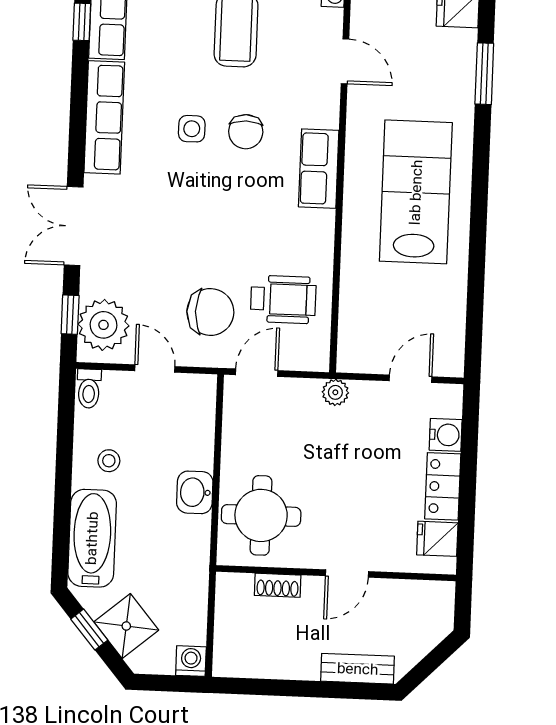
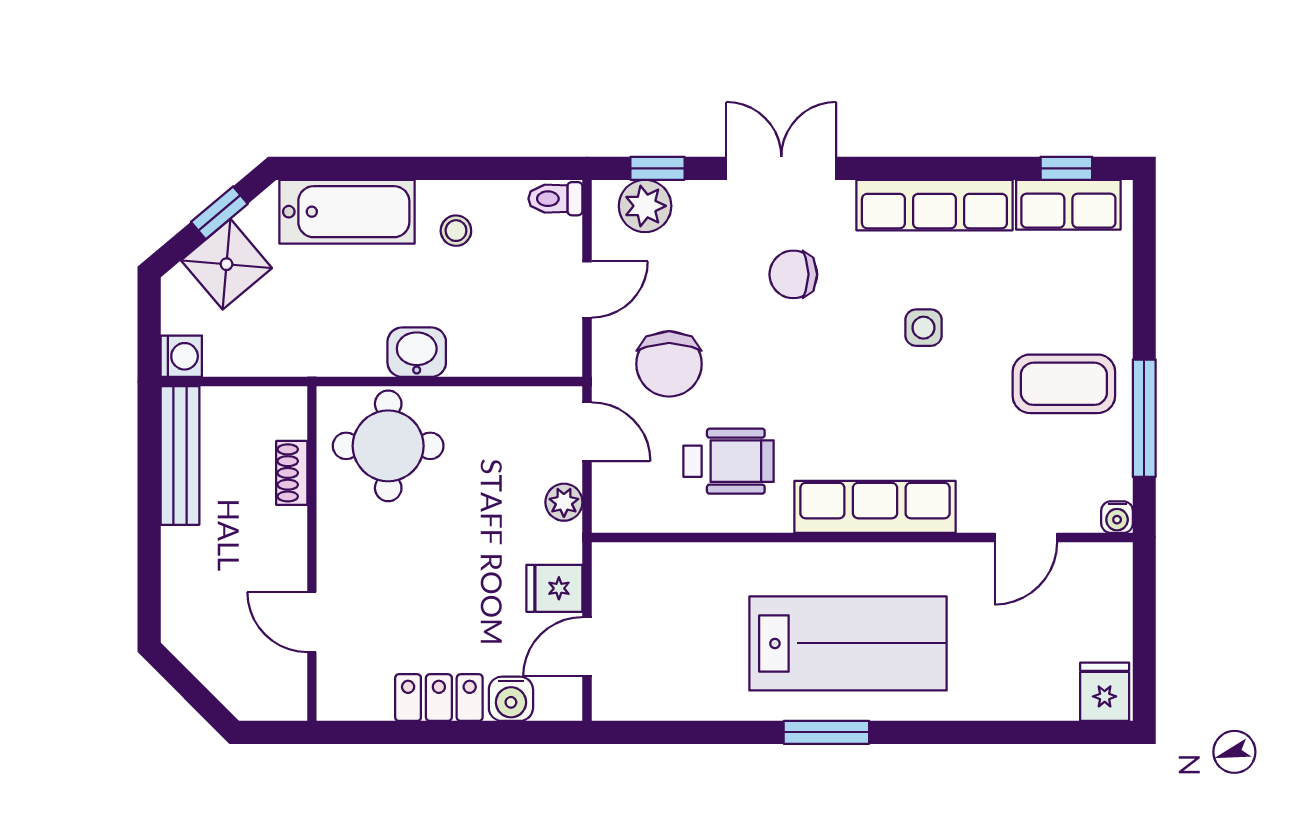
window: (484, 74) -> (826, 732), moved
chair: (246, 132) -> (793, 274), moved
row of seats: (319, 169) -> (875, 507), width x1.48
wheelchair: (283, 299) -> (729, 461), moved, turned -90
plant: (103, 325) -> (645, 206), width x0.73, depth x0.73
door: (411, 379) -> (587, 647), swing flipped
plant: (335, 392) -> (564, 502), moved
fridge: (437, 539) -> (554, 588), moved, turned -90
door: (347, 574) -> (312, 622), moved
bench: (358, 669) -> (180, 455), moved, width x1.36

